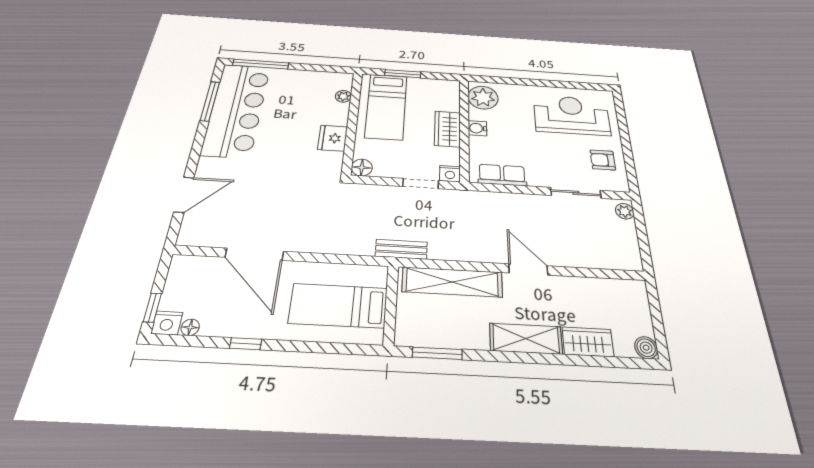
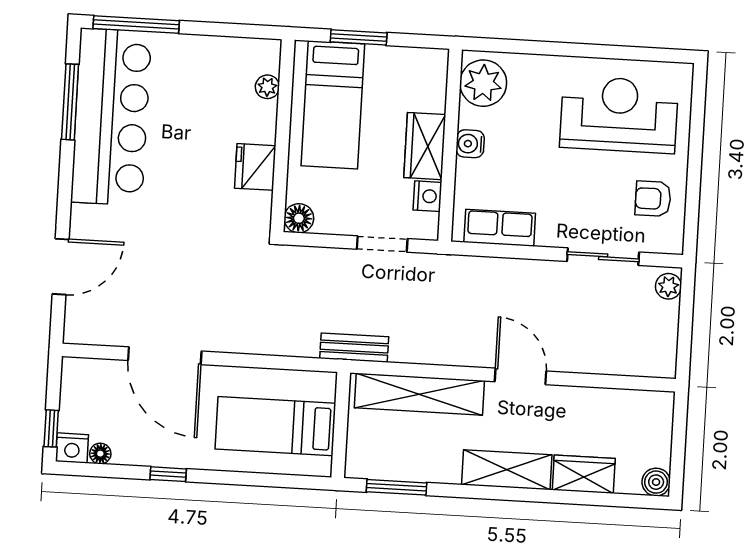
nightstand: (450, 174) -> (427, 196), moved, turned -90

